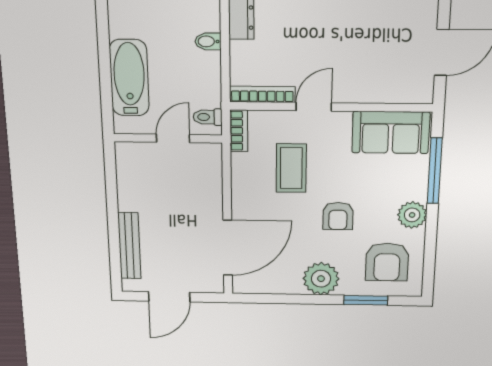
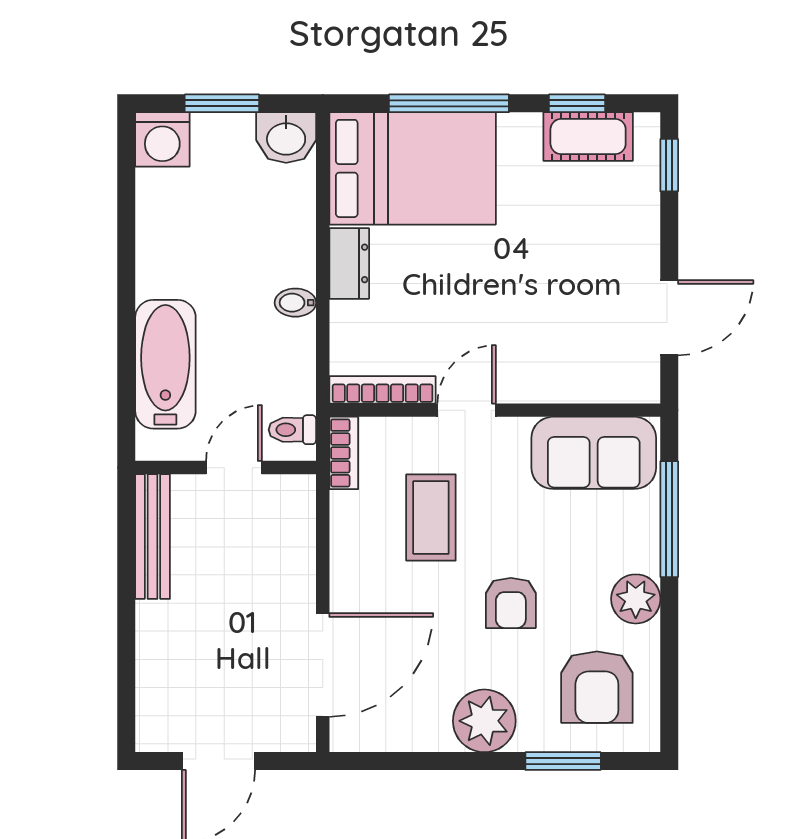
bench: (129, 246) -> (152, 537), moved

